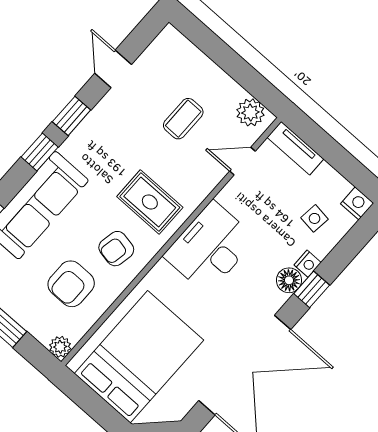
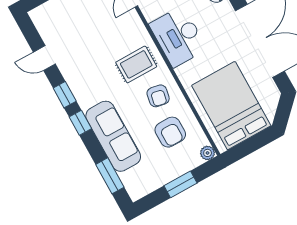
coffee table: (183, 119) -> (91, 25), removed

